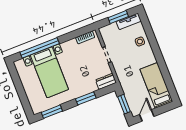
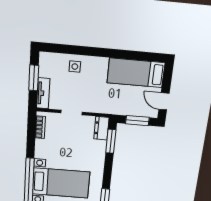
tv unit: (129, 21) -> (43, 93), moved
window: (86, 98) -> (111, 141), moved

